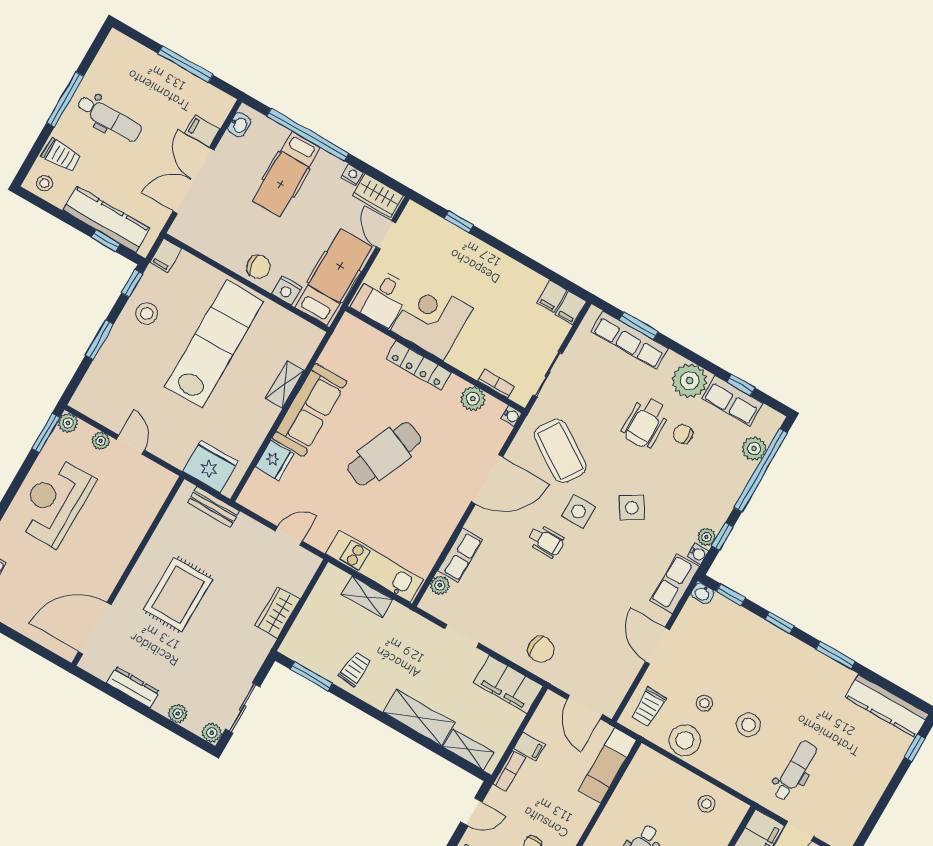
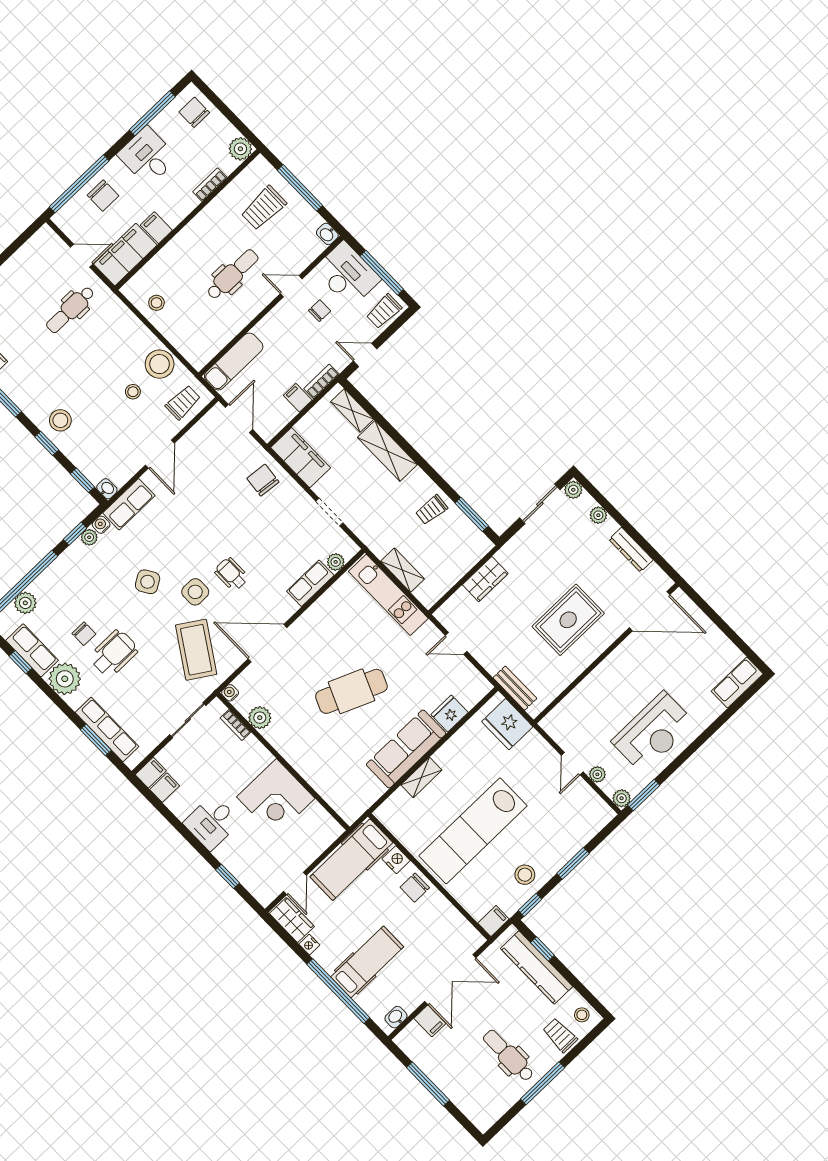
chair: (259, 267) -> (415, 888), turned -83
desk: (381, 298) -> (212, 822), moved, turned 180
locker: (419, 365) -> (299, 760), removed
stool: (748, 725) -> (60, 420), moved

